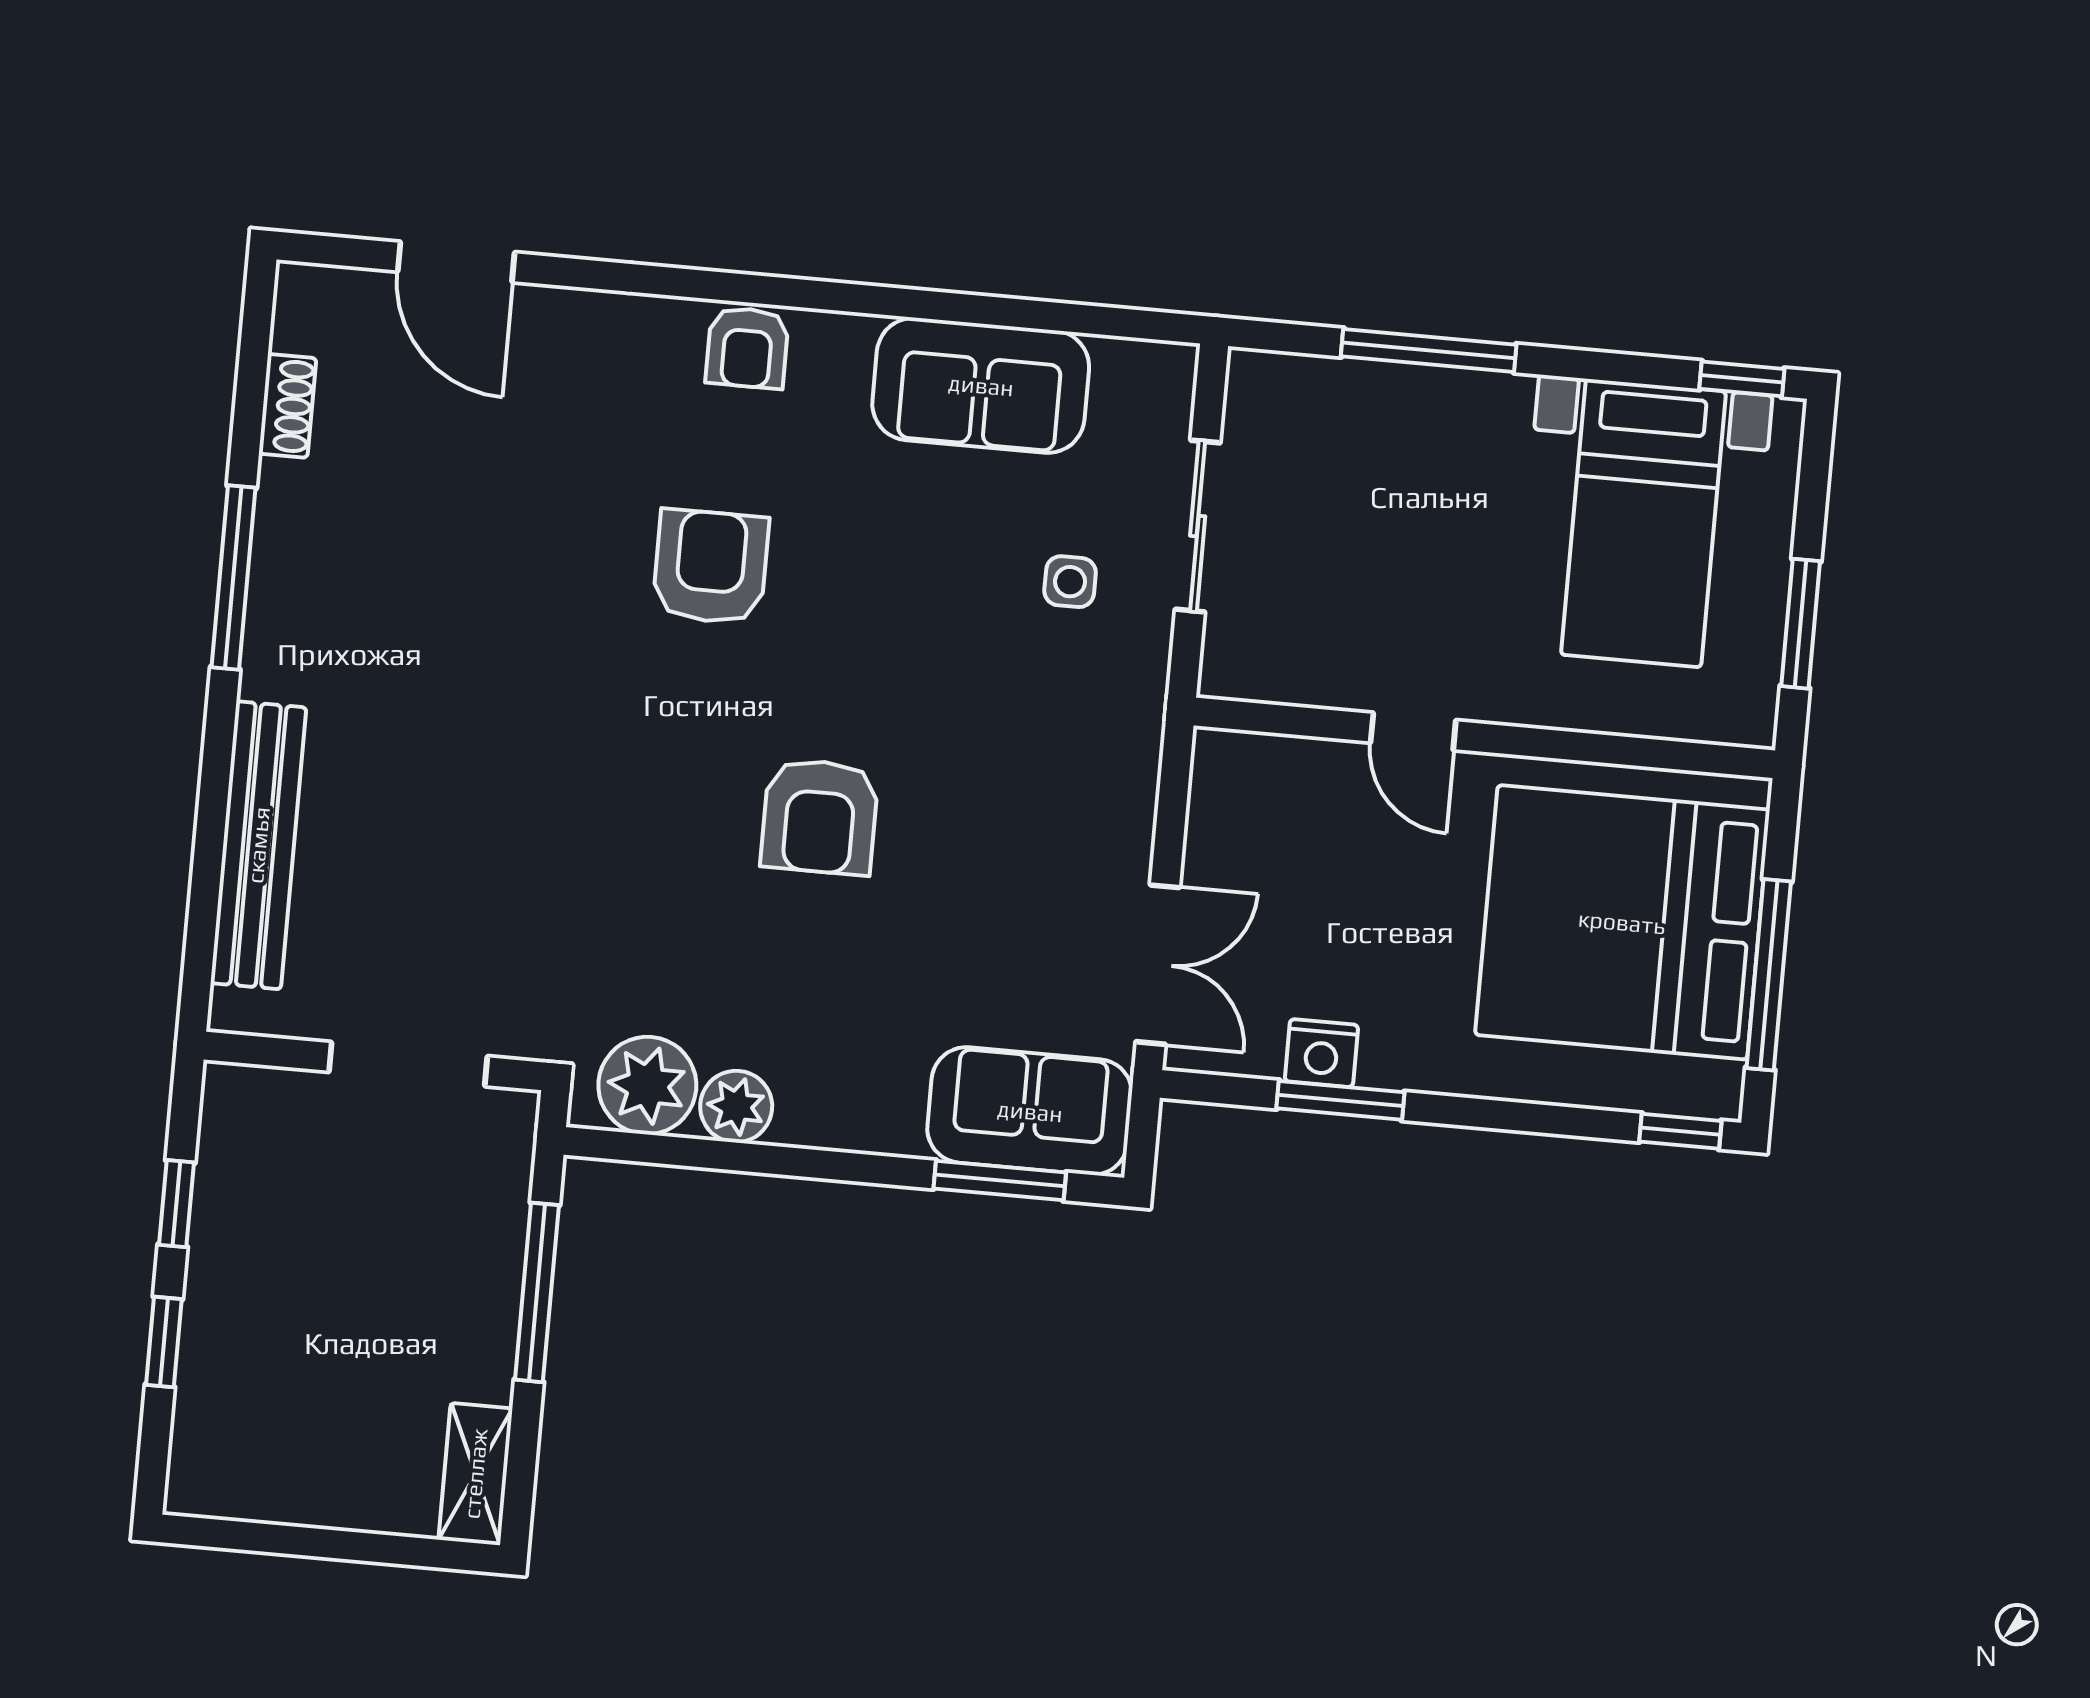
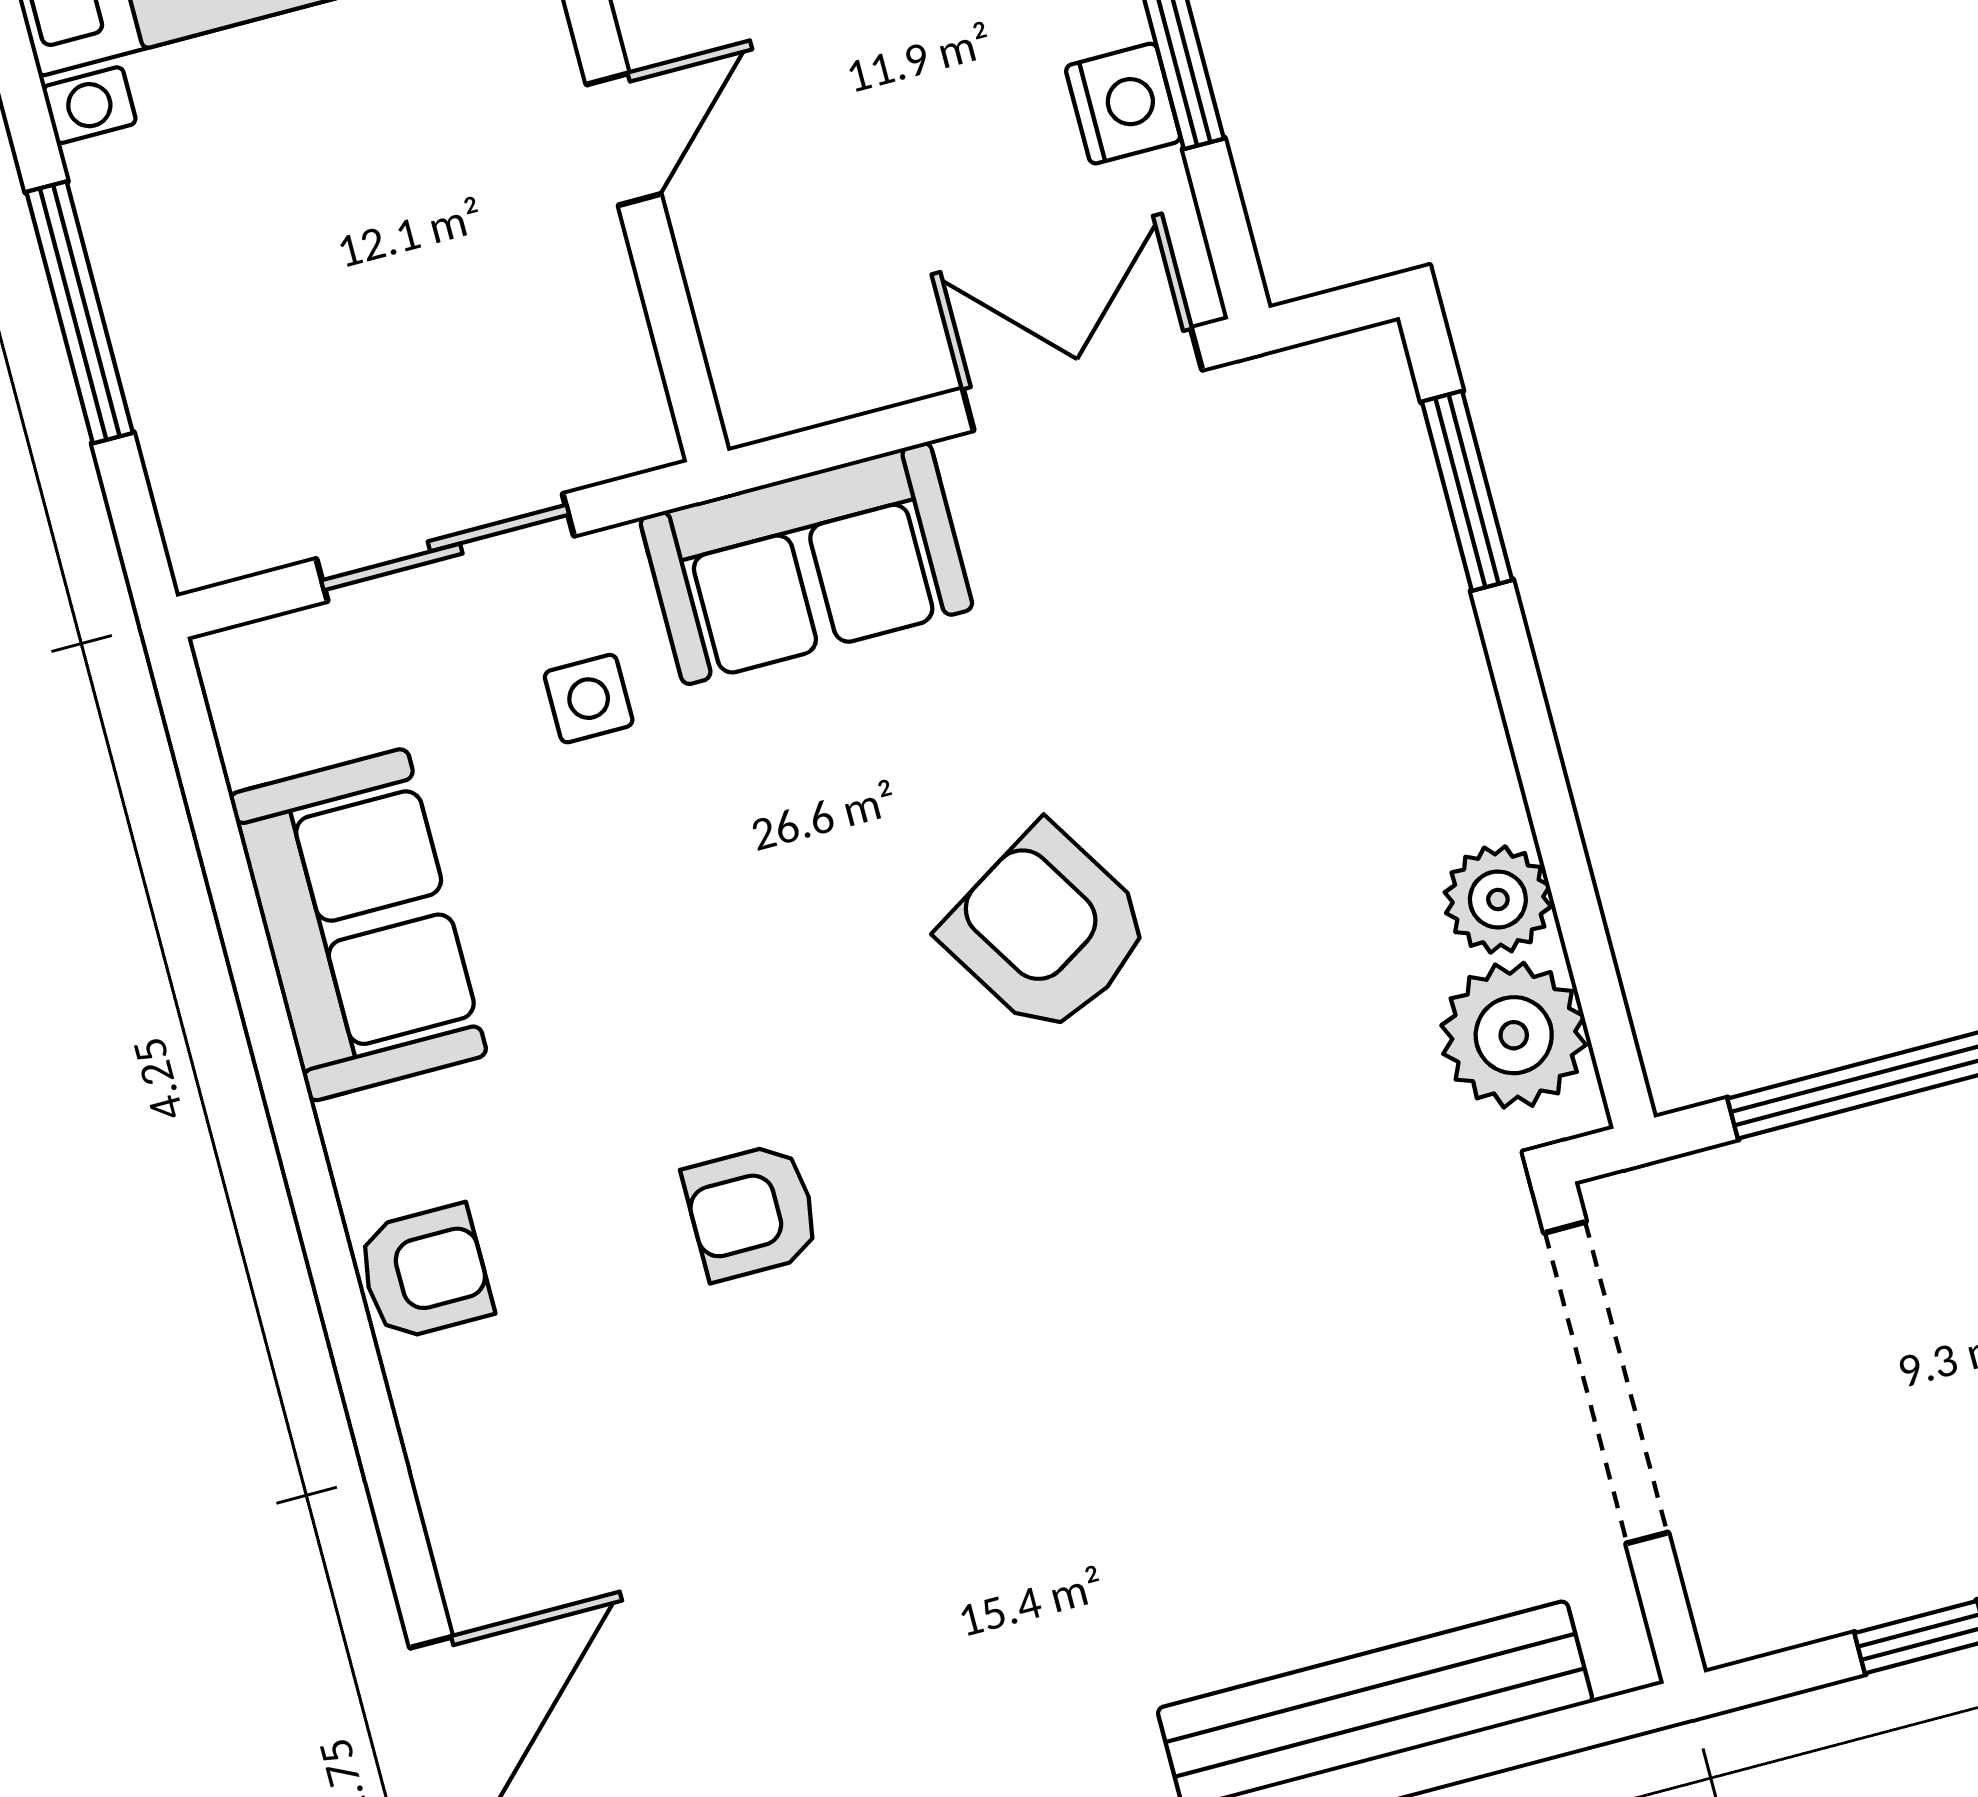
armchair: (711, 567) -> (752, 1212), width x0.72, depth x0.72
armchair: (820, 817) -> (1047, 930), turned -122
doorway: (408, 1064) -> (1606, 1383), width x1.36
sofa: (1030, 1111) -> (806, 563), moved, turned -90

